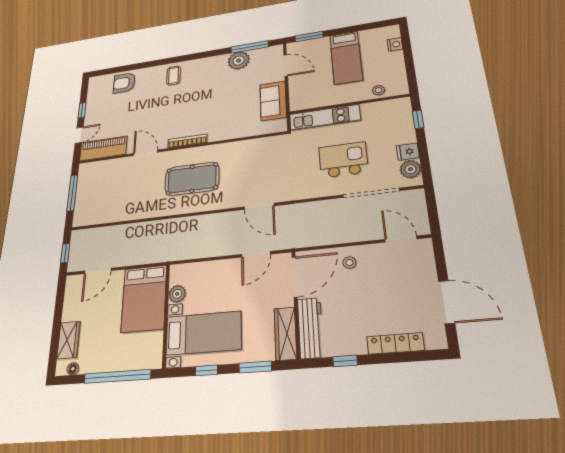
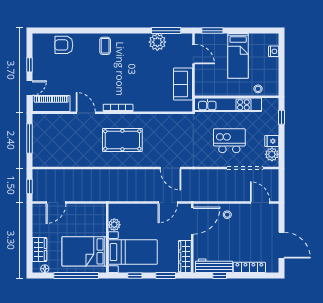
kitchen unit: (325, 117) -> (228, 105), width x1.36
bed: (144, 298) -> (84, 251), moved, turned 90
workbench: (310, 328) -> (214, 266), moved, turned -90

